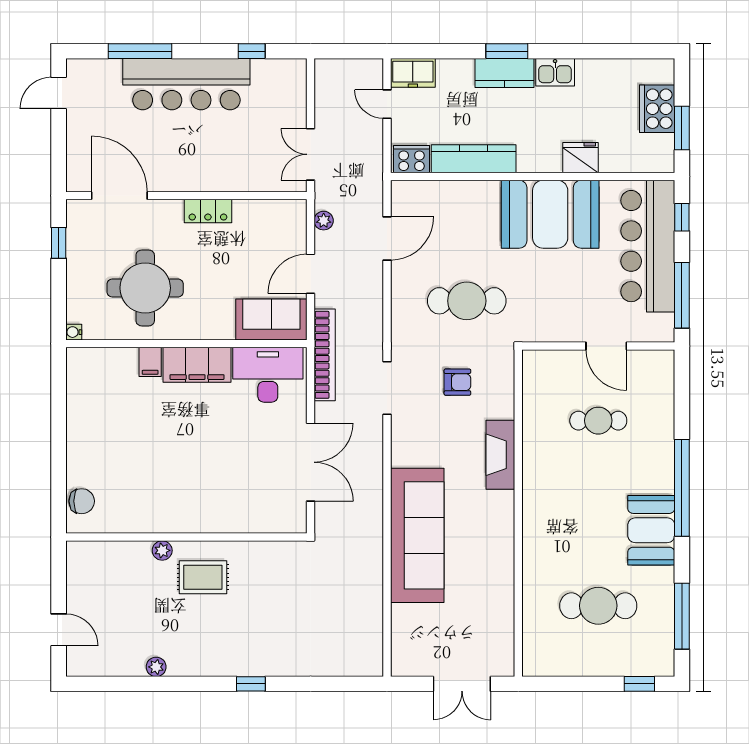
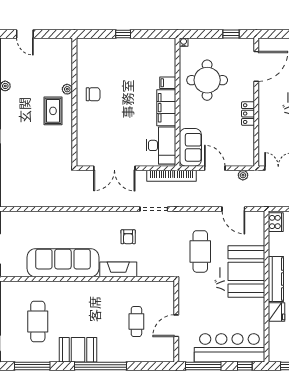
kitchen counter: (474, 159) -> (276, 279), moved
booth: (550, 214) -> (246, 271), moved
armchair: (457, 382) -> (128, 237), moved
window: (59, 446) -> (123, 34), added
chair: (82, 501) -> (93, 94), moved, turned -90
sofa: (417, 535) -> (63, 263), moved, turned 180
door: (59, 630) -> (25, 34), hinge flipped

